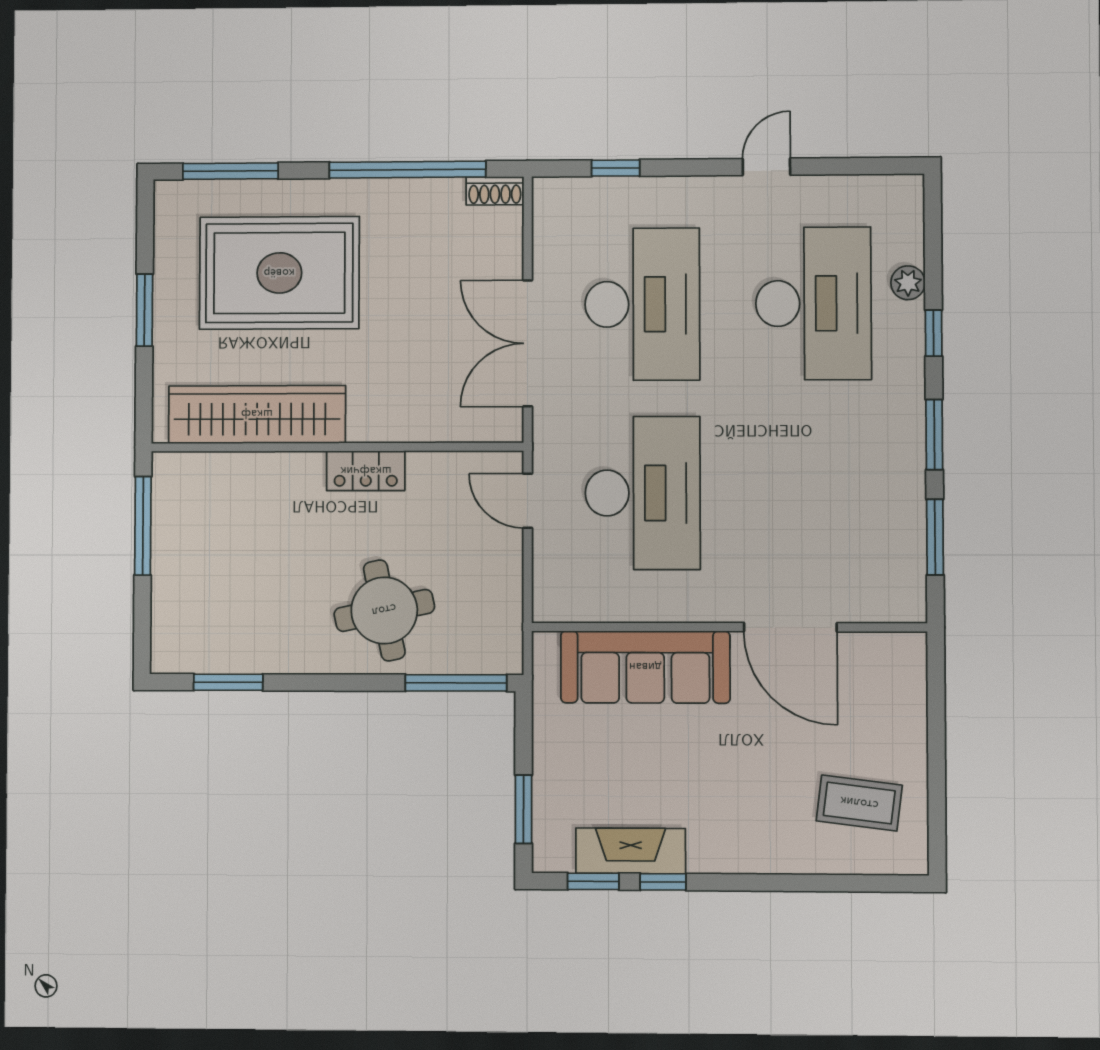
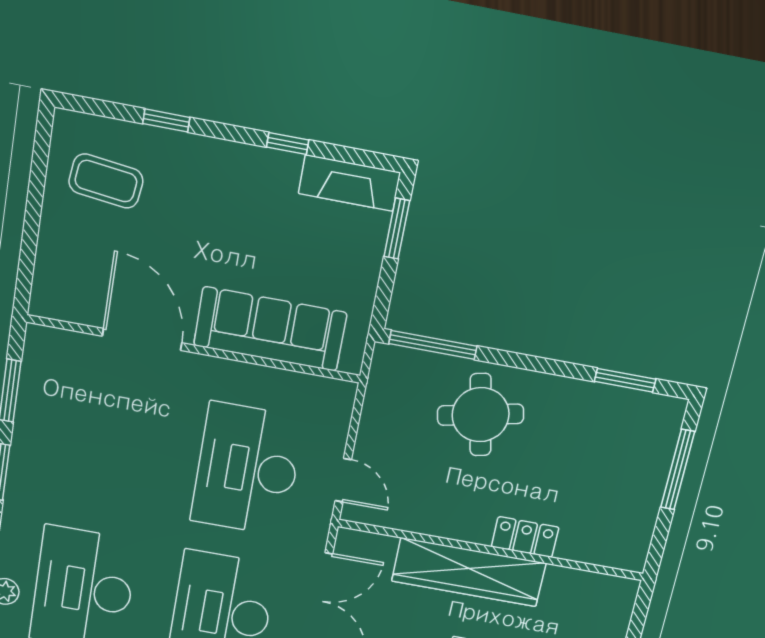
wardrobe: (257, 414) -> (469, 572), moved
locker: (366, 471) -> (525, 537), moved
window: (143, 526) -> (678, 470), moved
fireplace: (631, 851) -> (349, 183), moved
window: (593, 881) -> (166, 120), moved

